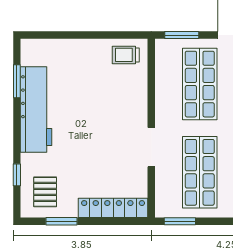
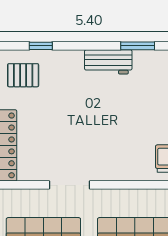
workbench: (36, 110) -> (108, 62), width x0.53, depth x0.76

